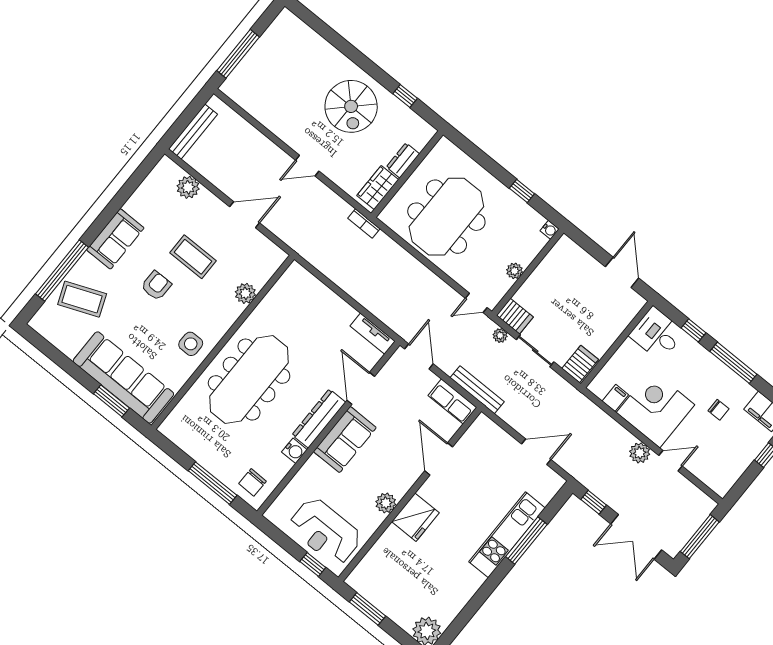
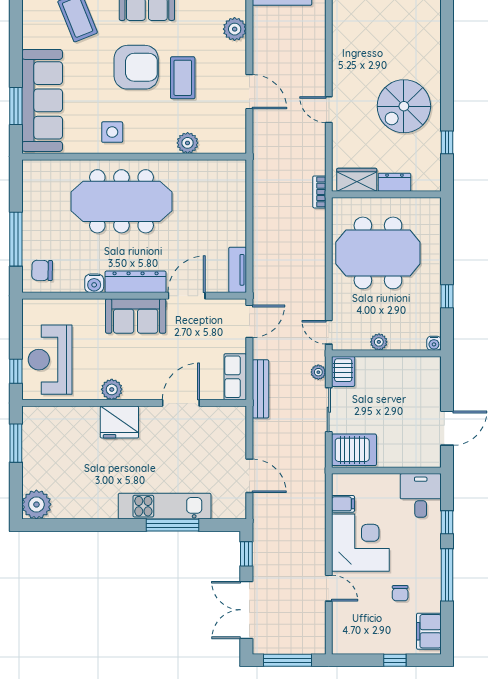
armchair: (156, 286) -> (136, 67), width x1.88, depth x1.88
server rack: (580, 364) -> (354, 450), width x1.36, depth x1.44
plant: (640, 453) -> (315, 559), removed

